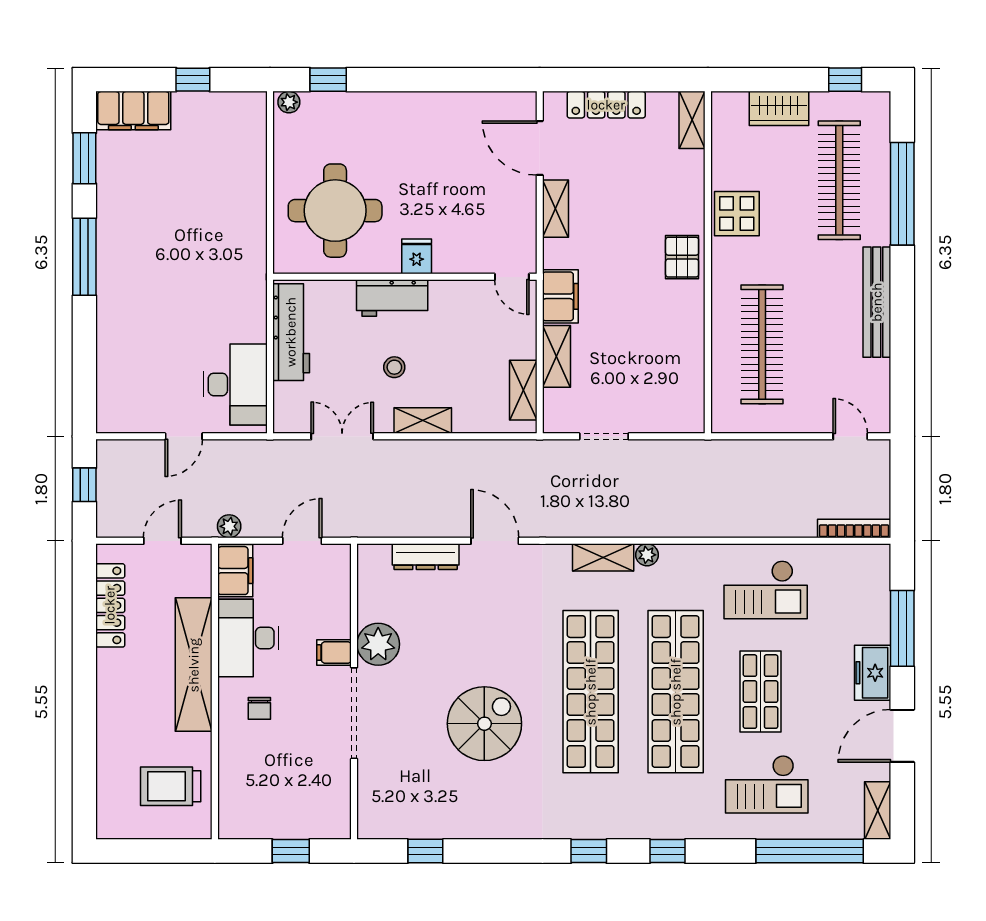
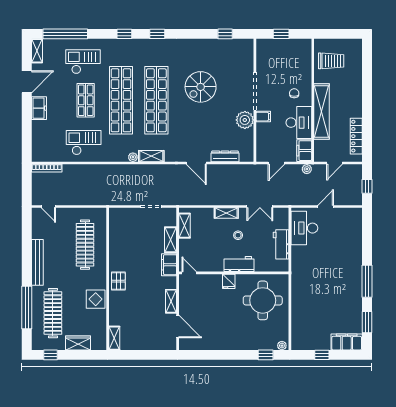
locker: (606, 105) -> (150, 344), removed
workbench: (291, 332) -> (281, 244), width x0.73
window: (902, 628) -> (27, 127), removed

